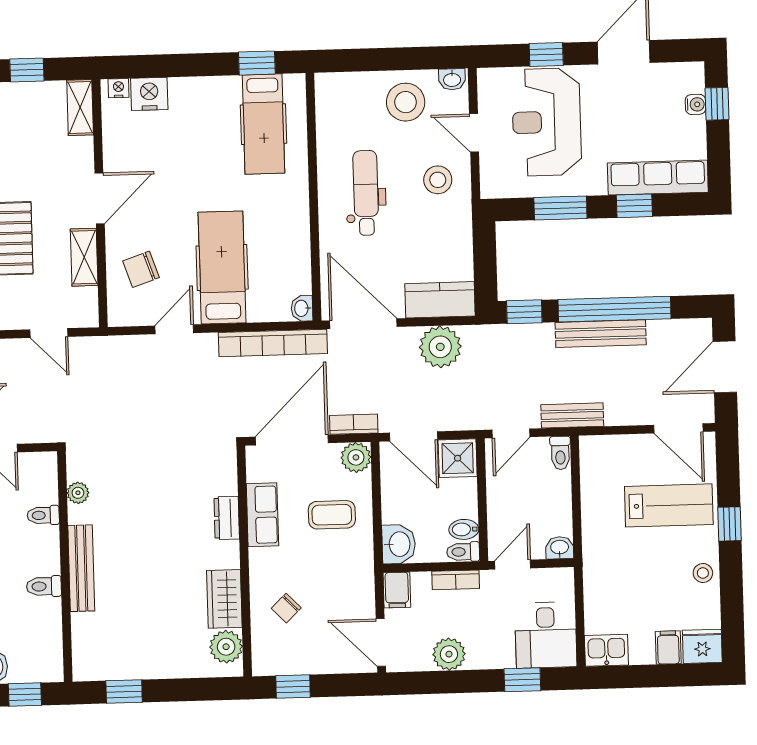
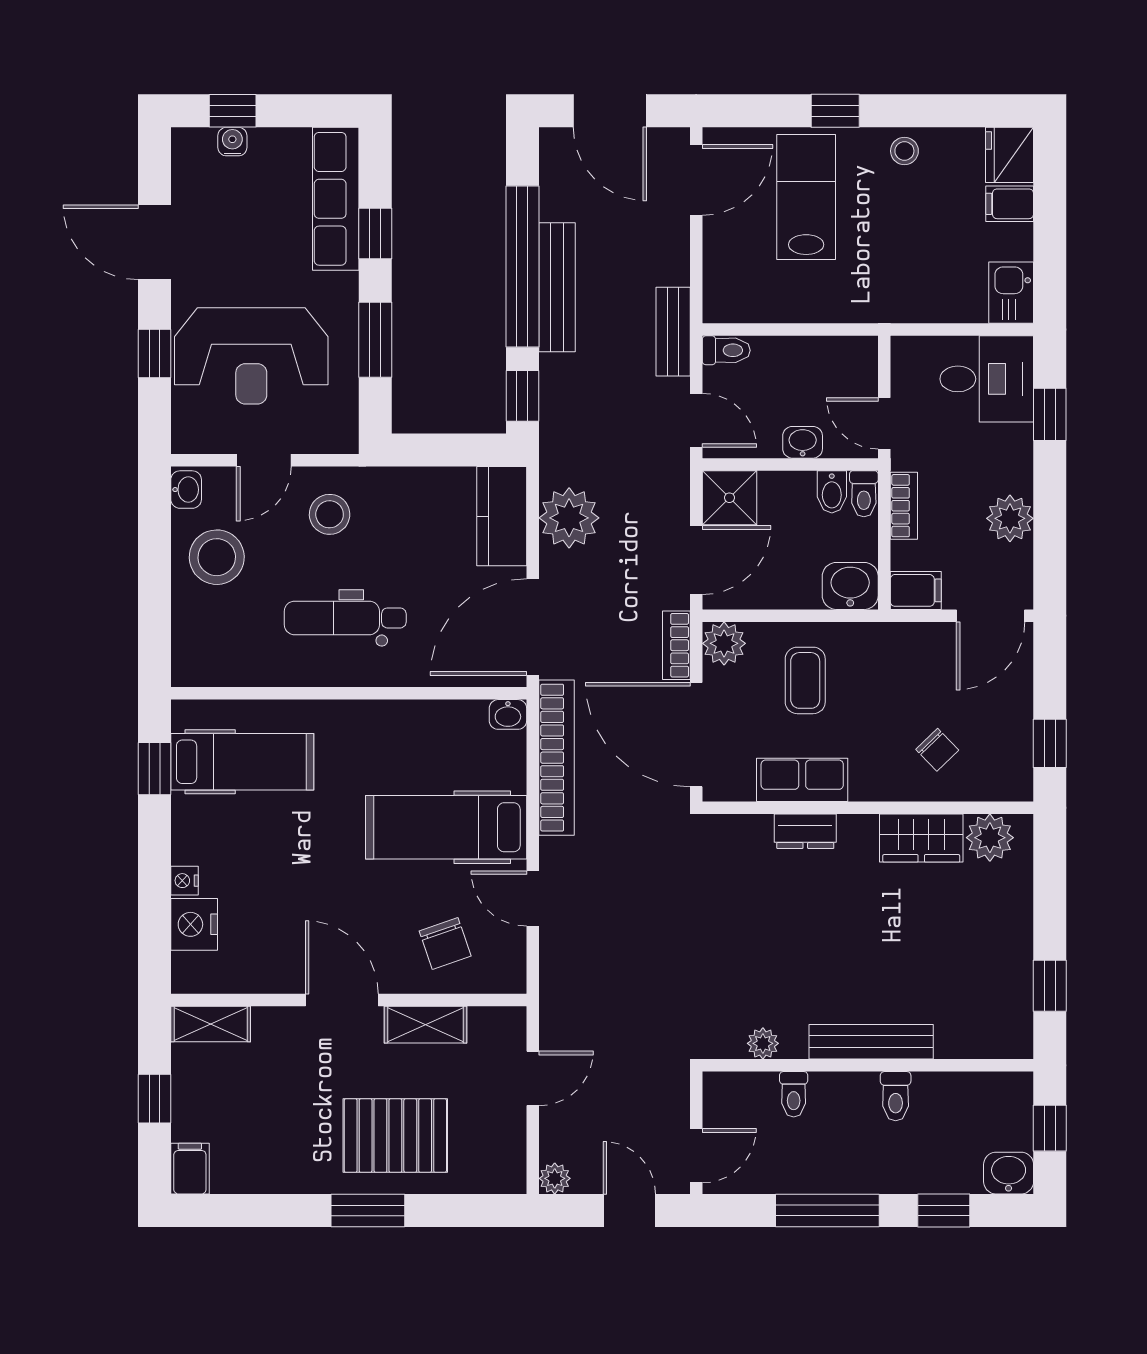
nightstand: (119, 88) -> (184, 881), moved
washbasin: (560, 548) -> (803, 442), moved, turned 90

